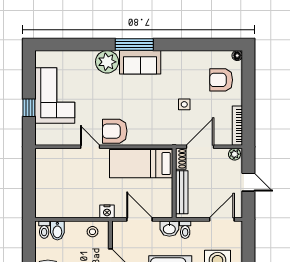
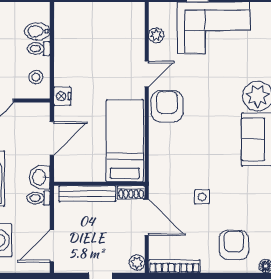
plant: (60, 140) -> (156, 35), added
door: (222, 219) -> (52, 246), swing flipped
toilet: (44, 230) -> (39, 49), moved

